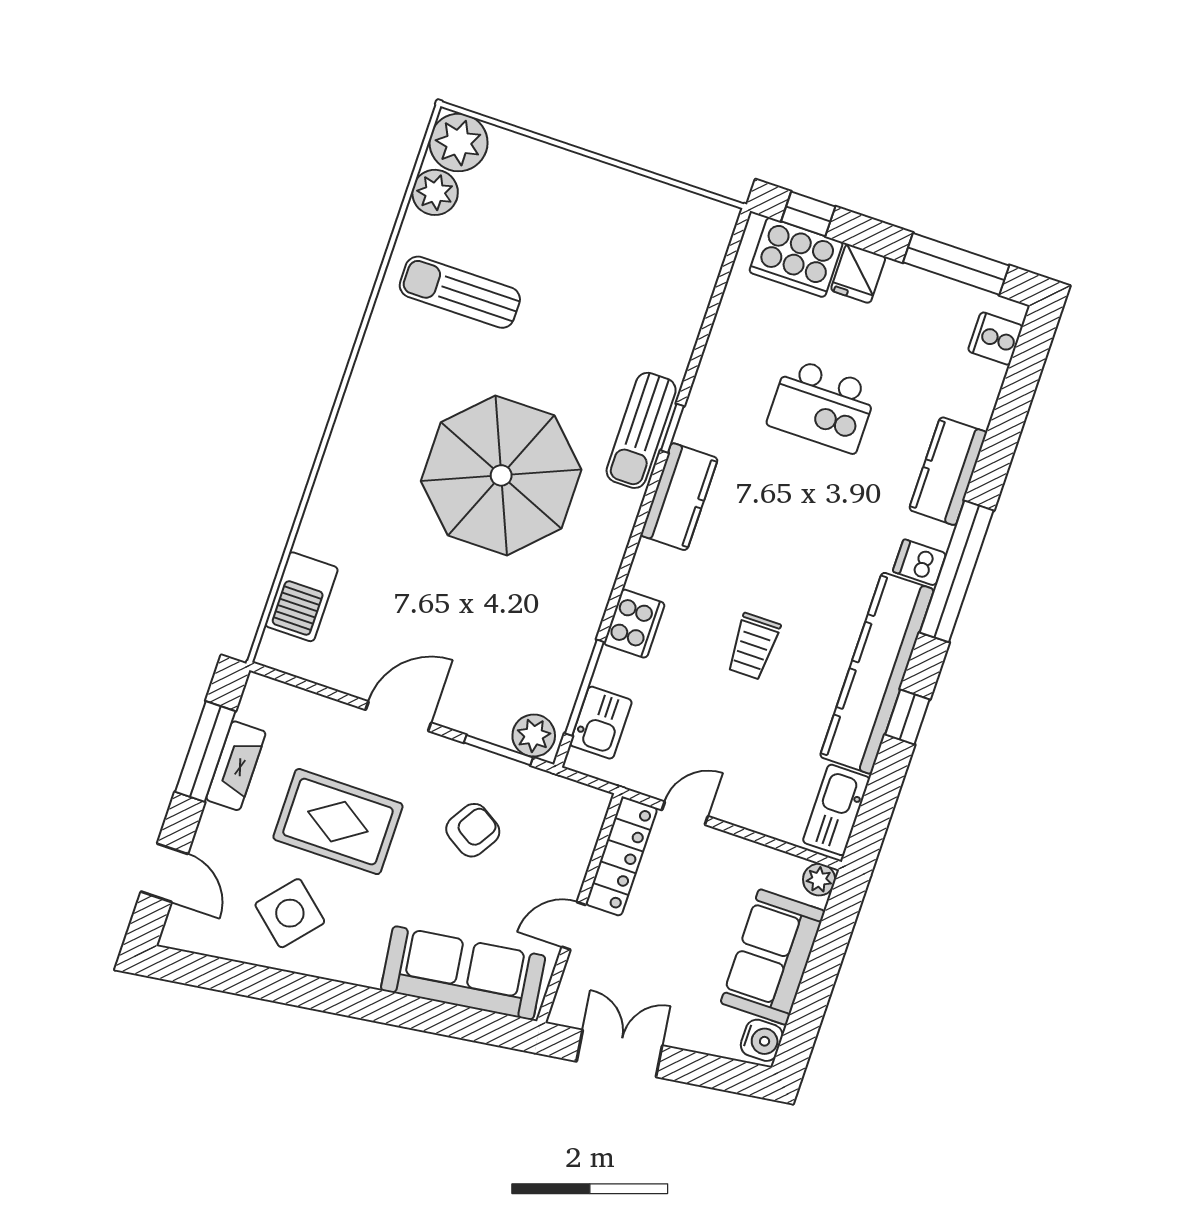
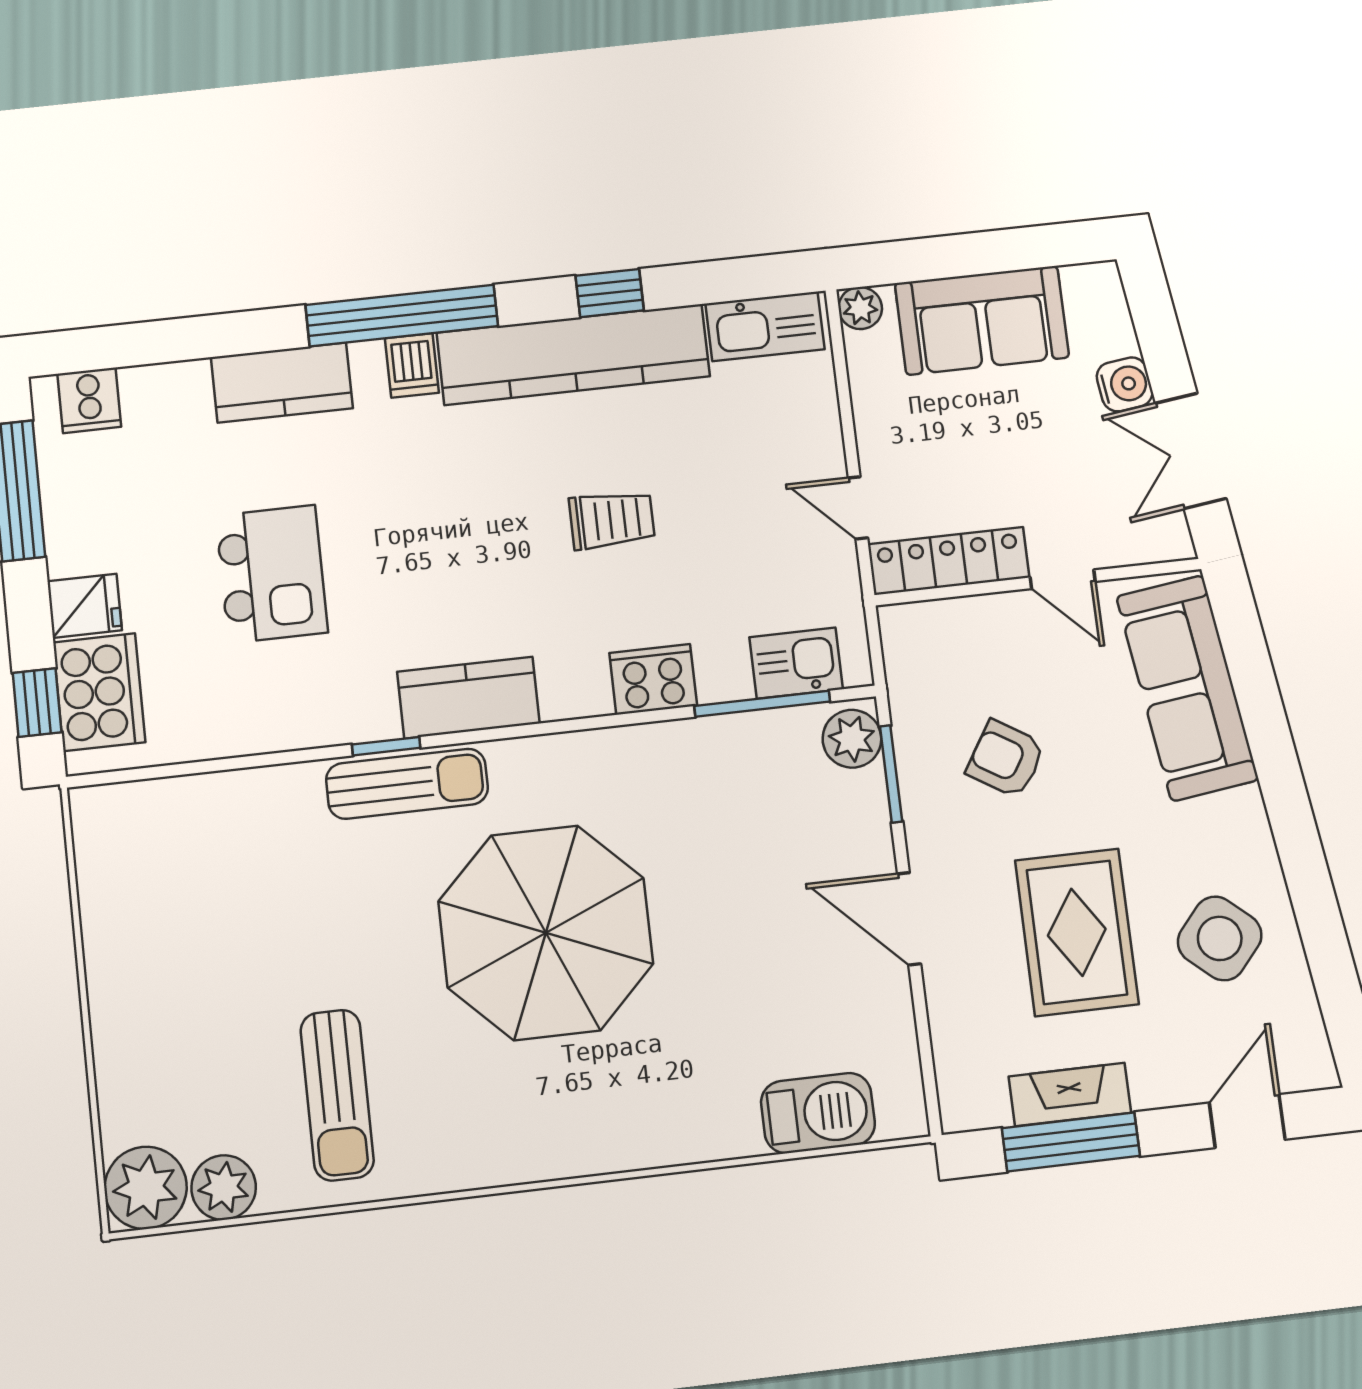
water cooler: (762, 1040) -> (1125, 384), moved, turned 82

